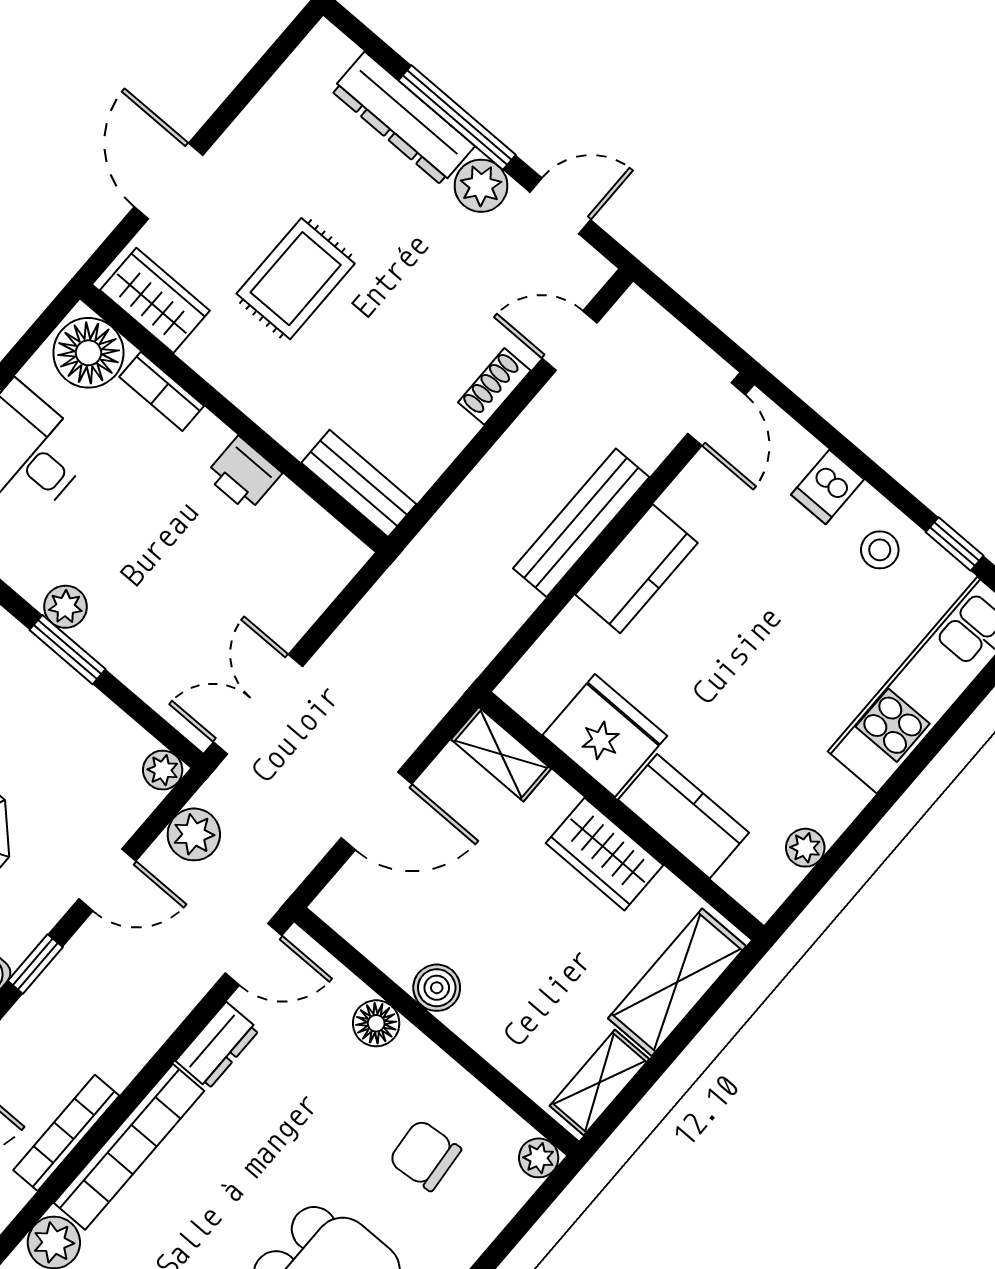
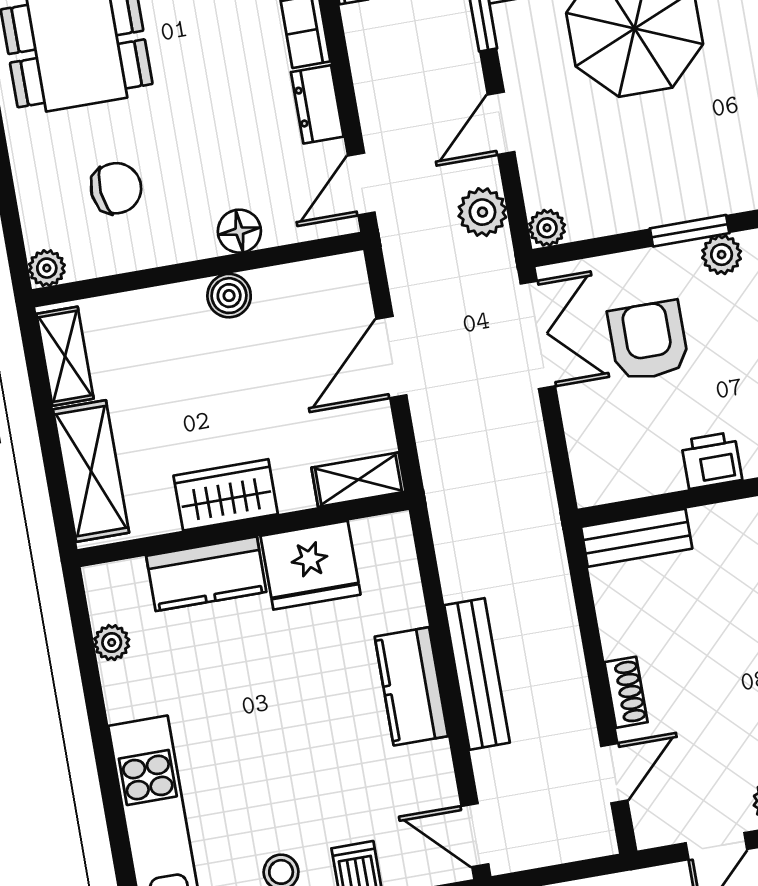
armchair: (187, 609) -> (648, 341), added

